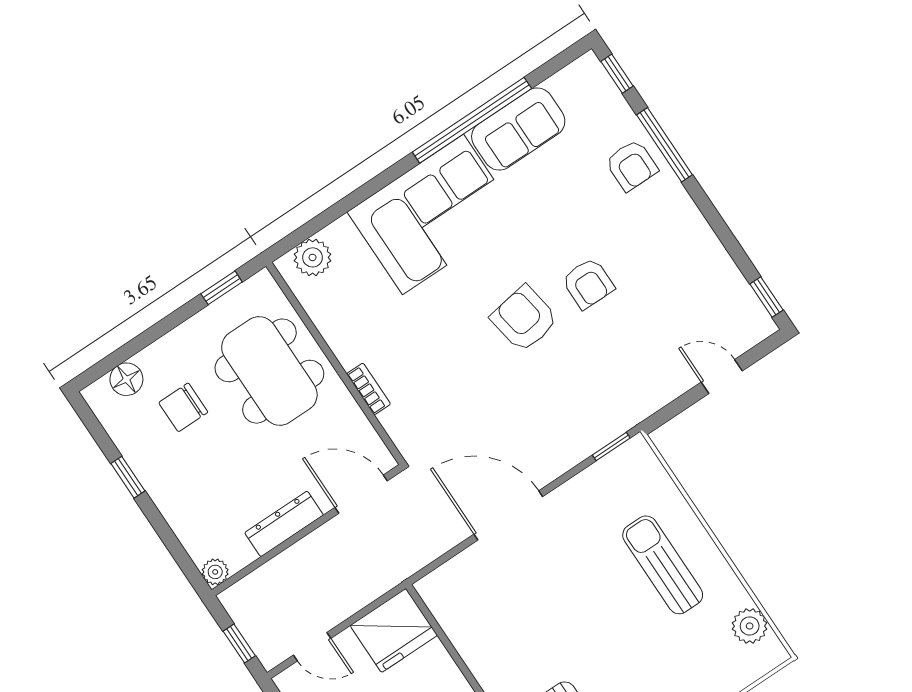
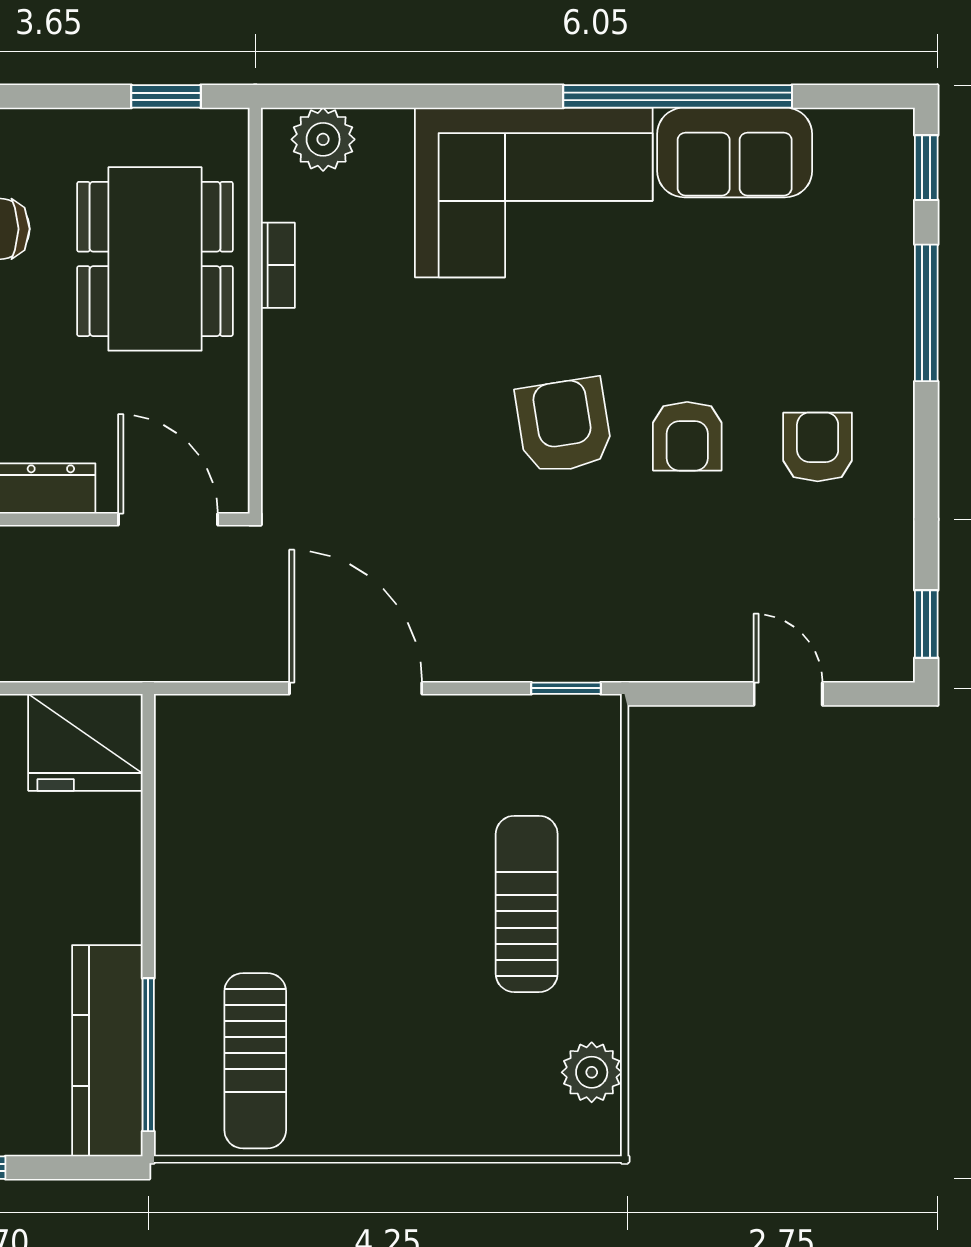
armchair: (632, 165) -> (818, 447), moved, turned 180
bookcase: (369, 389) -> (278, 265), moved

